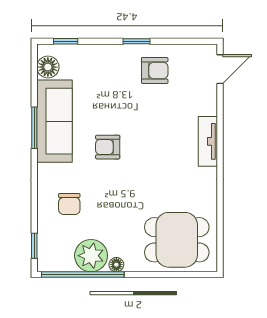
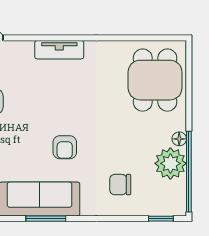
chair: (69, 204) -> (120, 185), turned 180

